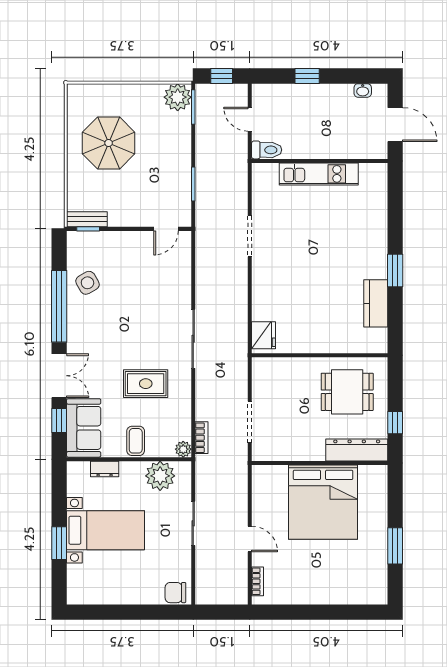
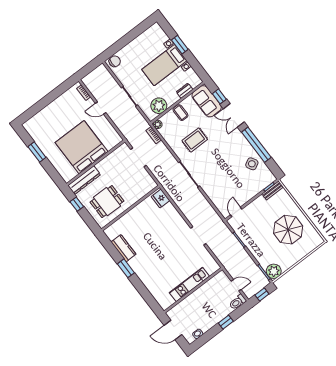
toilet: (267, 150) -> (238, 302), moved

